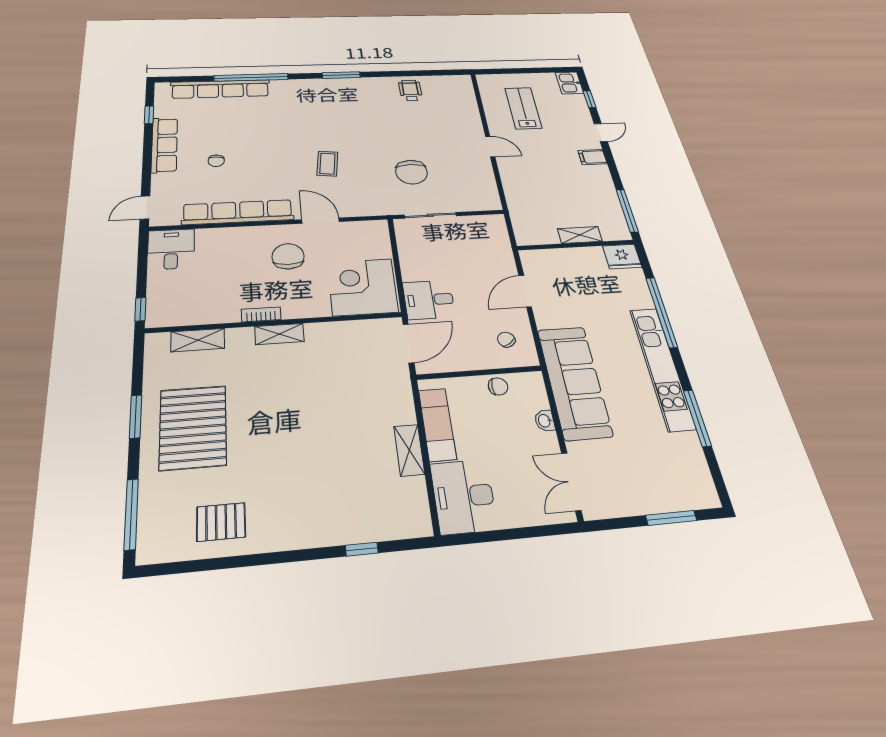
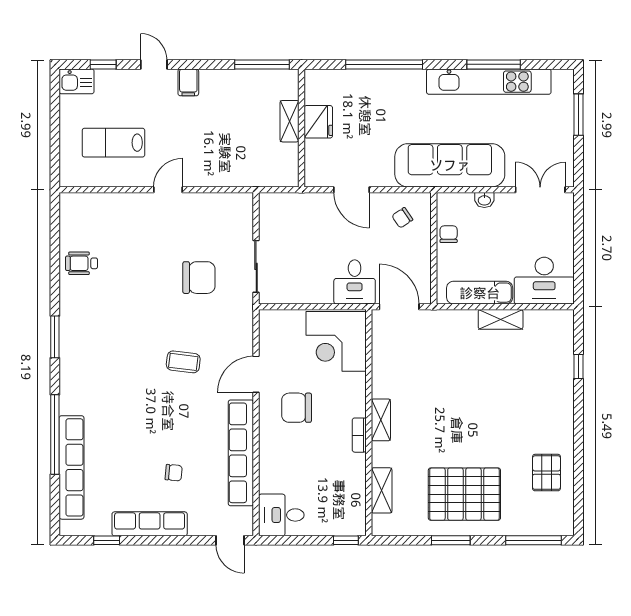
fridge: (622, 257) -> (318, 122), moved
kitchen unit: (662, 368) -> (489, 82), moved
double door: (571, 482) -> (540, 190), swing flipped

